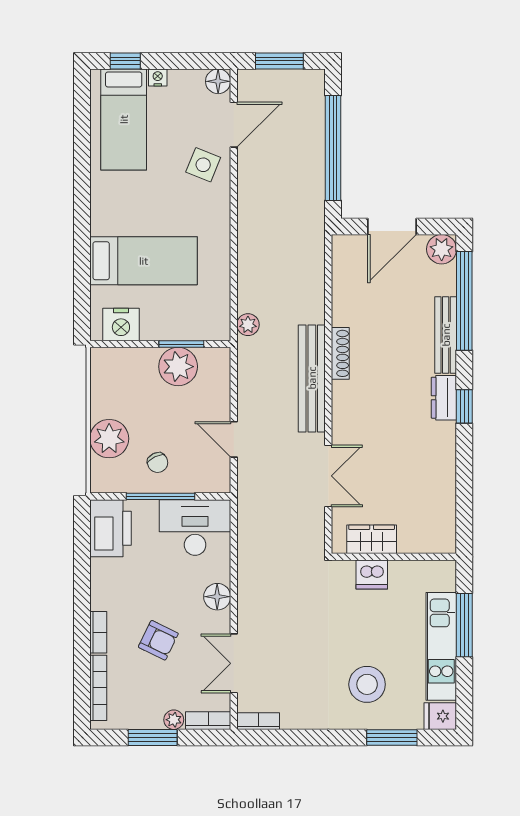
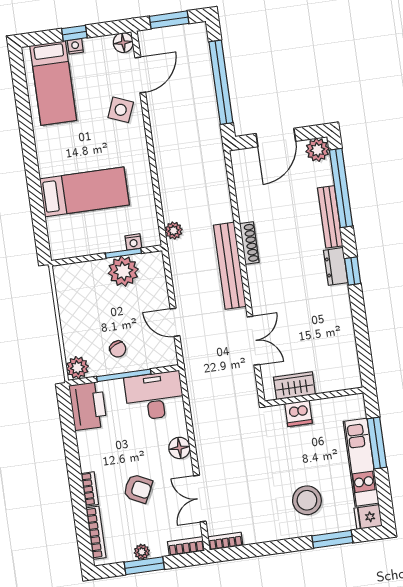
window: (125, 61) -> (74, 33), moved
nightstand: (121, 325) -> (133, 242), moved, width x0.53, depth x0.56
plant: (109, 439) -> (77, 368), moved, width x0.73, depth x0.73
plant: (174, 720) -> (142, 552), moved

